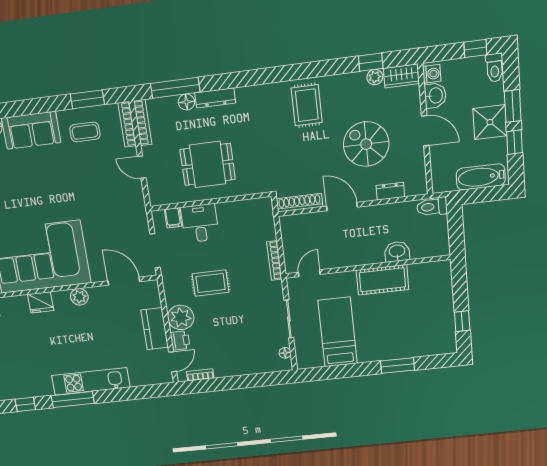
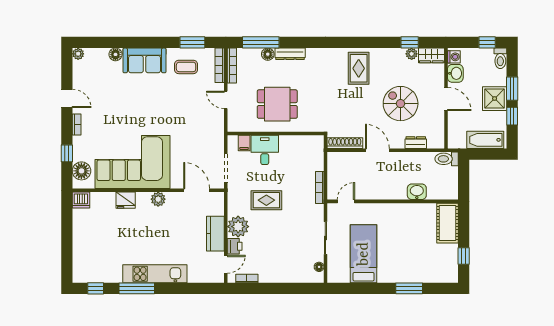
cot: (382, 280) -> (447, 223), moved, turned 90

